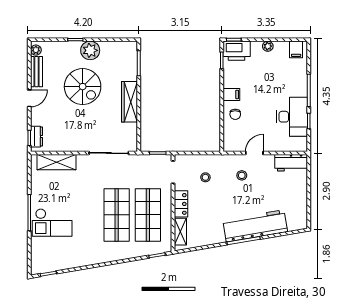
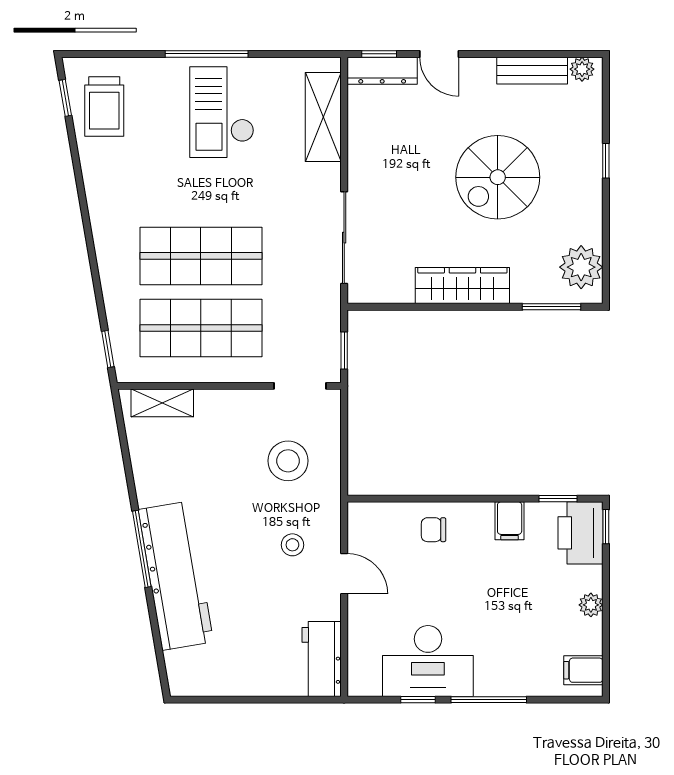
plant: (90, 50) -> (581, 267), moved
filing cabinet: (231, 94) -> (510, 521), moved
door: (29, 98) -> (439, 54), moved
dresser: (37, 137) -> (382, 71), width x1.44
stool: (205, 177) -> (288, 461), width x1.89, depth x1.89
locker: (181, 204) -> (226, 404), removed
checkout: (52, 223) -> (222, 112), moved
trolley: (52, 257) -> (104, 107), added

